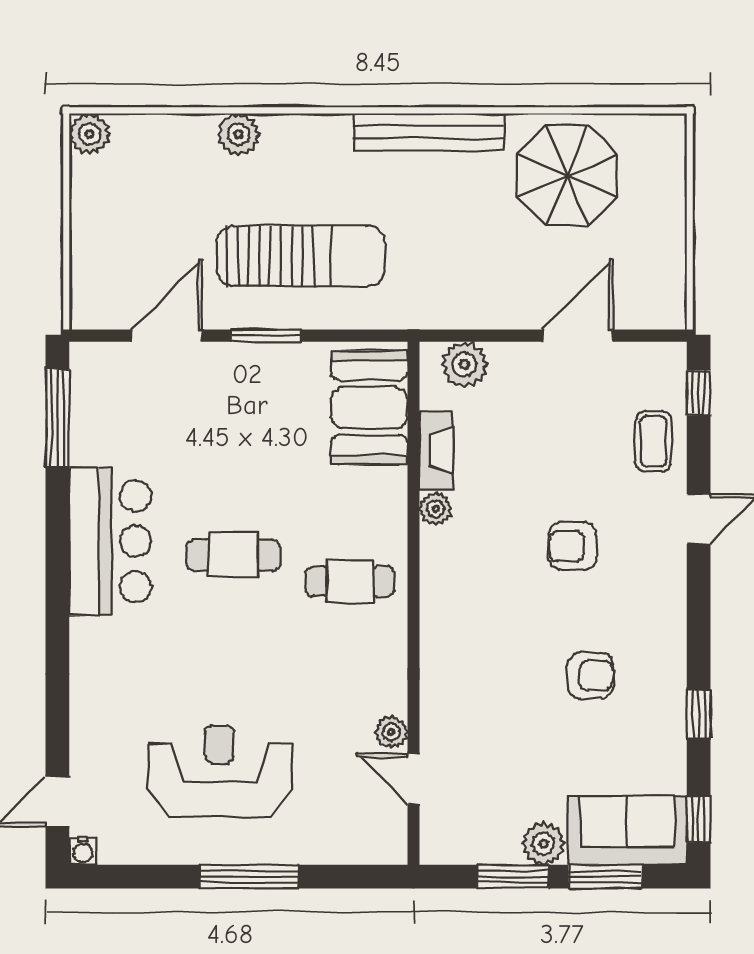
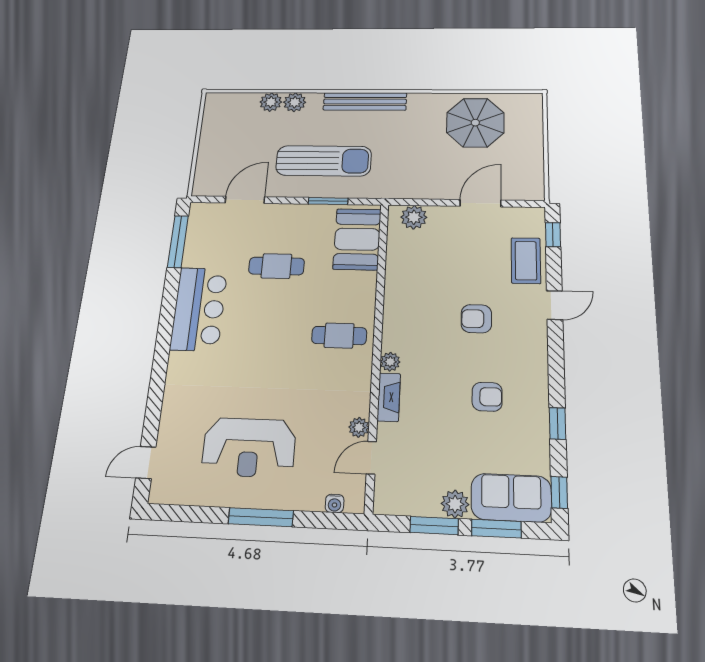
bench: (429, 132) -> (365, 101), moved
plant: (90, 134) -> (271, 102), moved
window: (266, 336) -> (328, 201), moved
coffee table: (653, 441) -> (526, 261), width x1.36, depth x1.30
fireplace: (436, 450) -> (389, 397), moved
plant: (436, 509) -> (390, 362), moved
cafe table: (233, 555) -> (276, 266), moved
reception desk: (220, 771) -> (249, 447), turned 180
door: (413, 779) -> (371, 458), hinge flipped
water cooler: (83, 851) -> (335, 503), moved

